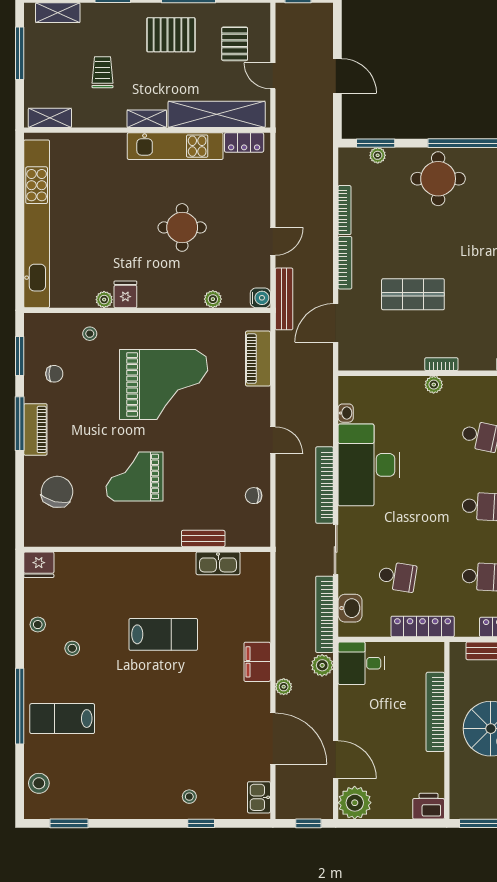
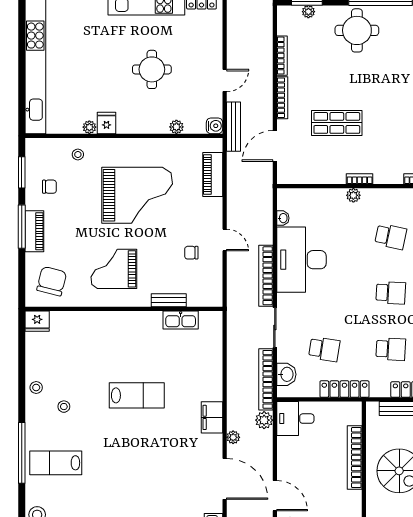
chair: (254, 496) -> (191, 253), moved
bench: (203, 539) -> (169, 300), moved
wall: (147, 549) -> (124, 309), moved
kitchen sink: (218, 563) -> (181, 320), moved
fridge: (39, 565) -> (37, 321), moved

